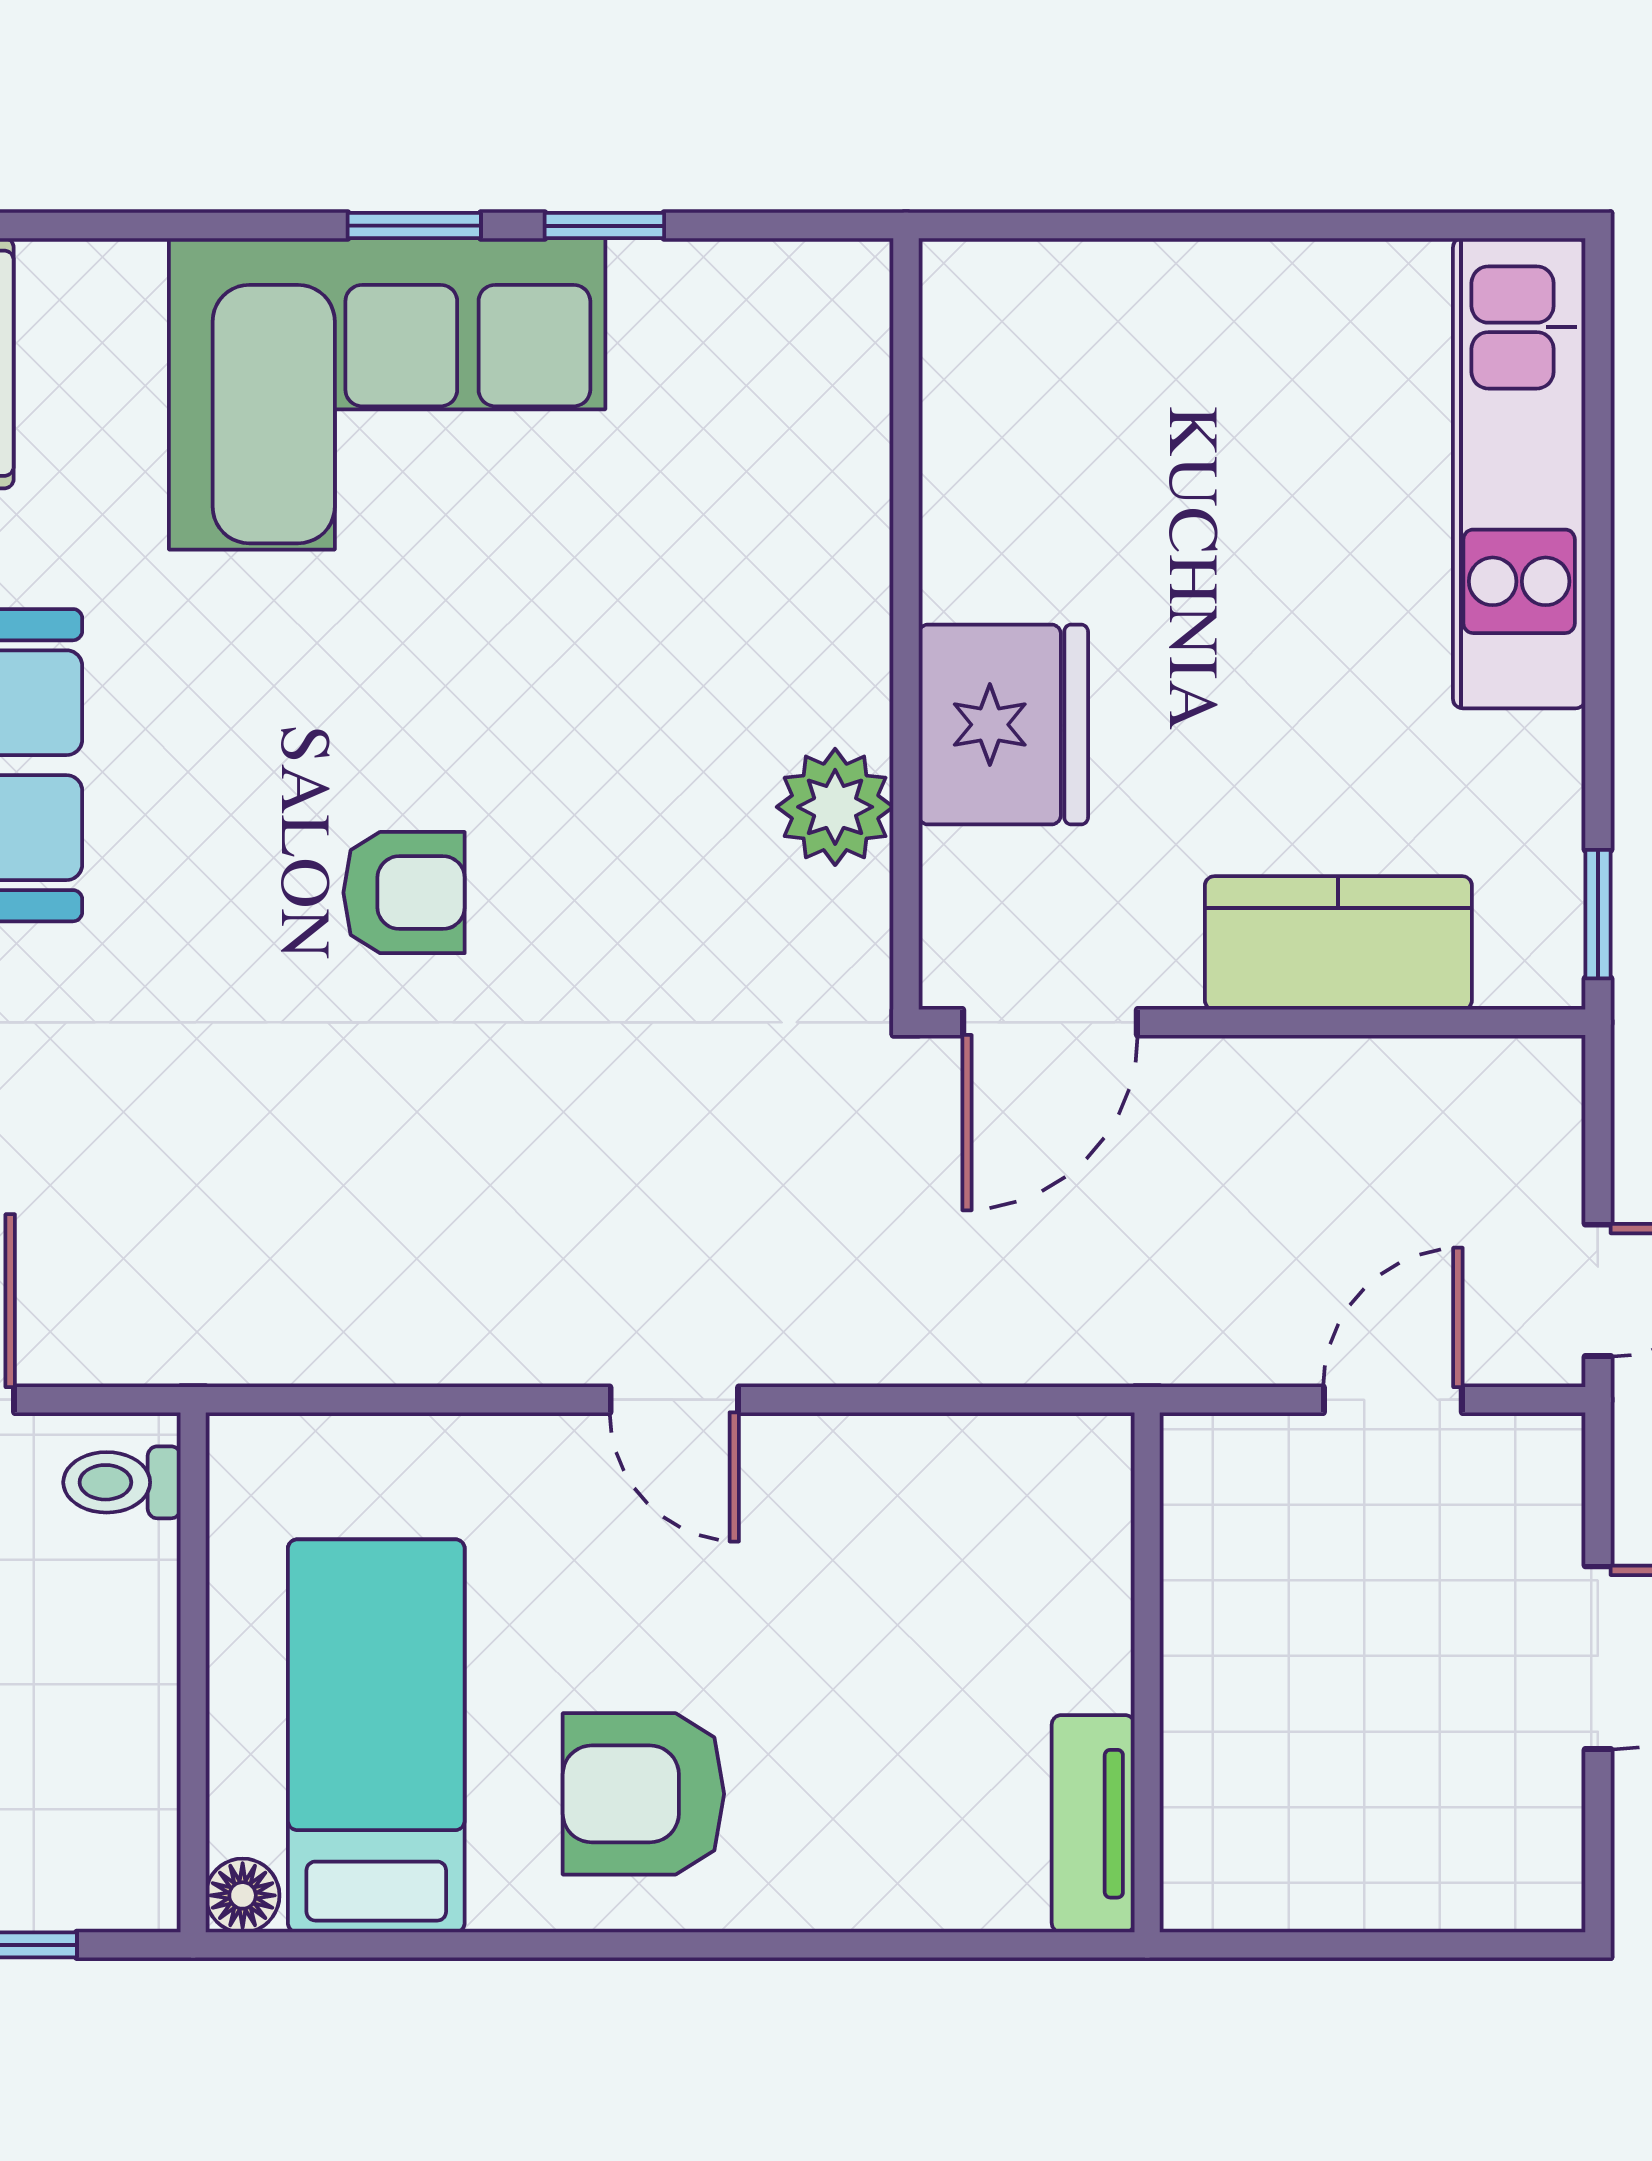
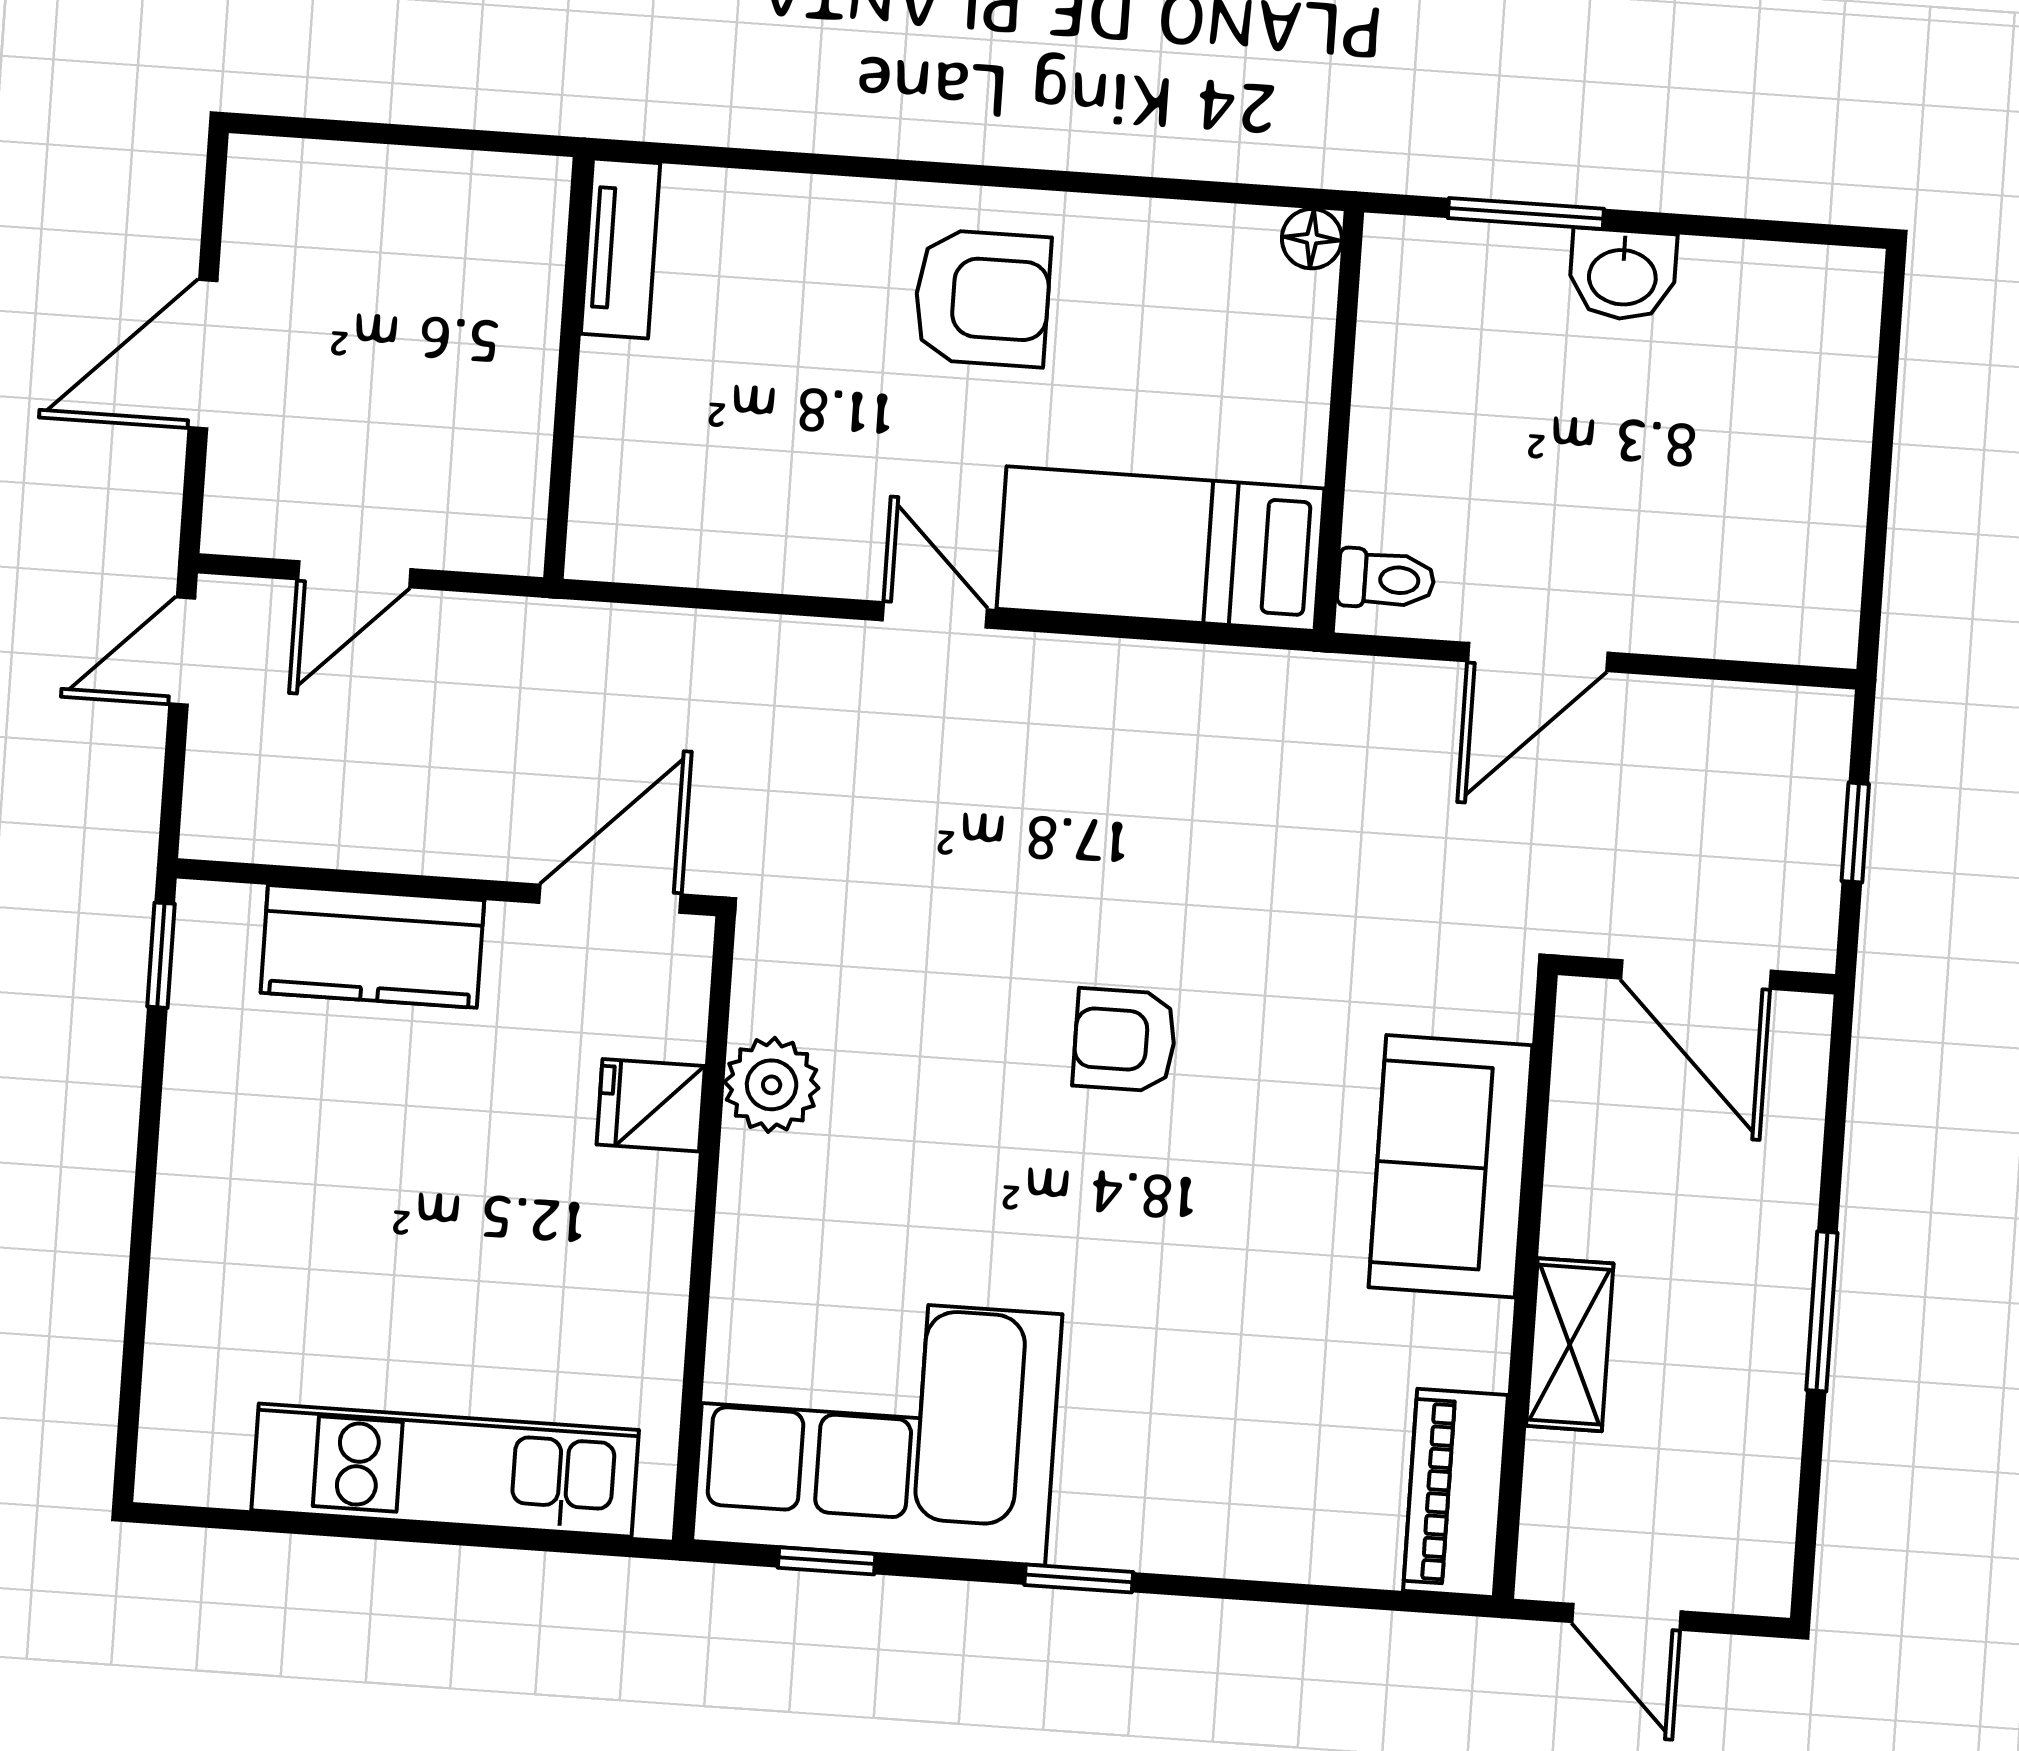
window: (604, 226) -> (827, 1561), moved
corner sofa: (387, 394) -> (877, 1428), moved
kitchen unit: (1519, 473) -> (445, 1470), moved, turned -90
fridge: (1003, 725) -> (651, 1105), width x0.53, depth x0.75
bed: (376, 1736) -> (1161, 549), moved, turned 90

